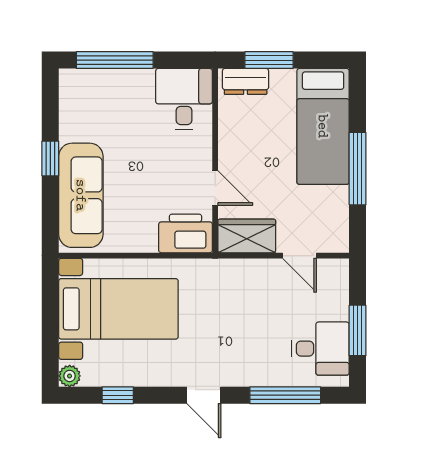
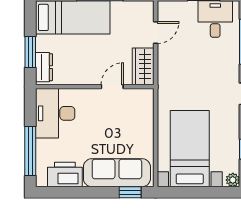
desk: (184, 99) -> (55, 113), width x1.37
window: (50, 159) -> (130, 192), moved
printer: (185, 233) -> (65, 175), moved, turned 90

